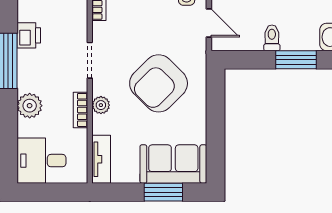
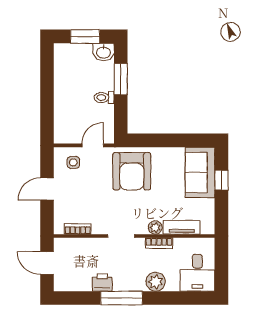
armchair: (159, 83) -> (132, 171), moved, turned 45
tv unit: (101, 159) -> (182, 227), moved
window: (163, 192) -> (221, 180), width x0.67

